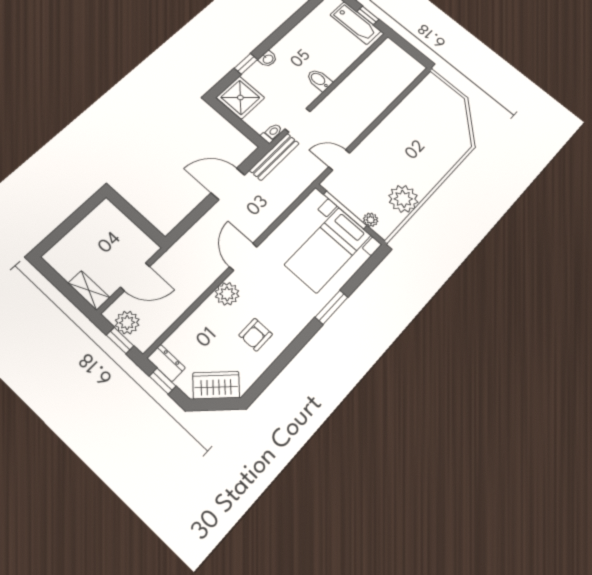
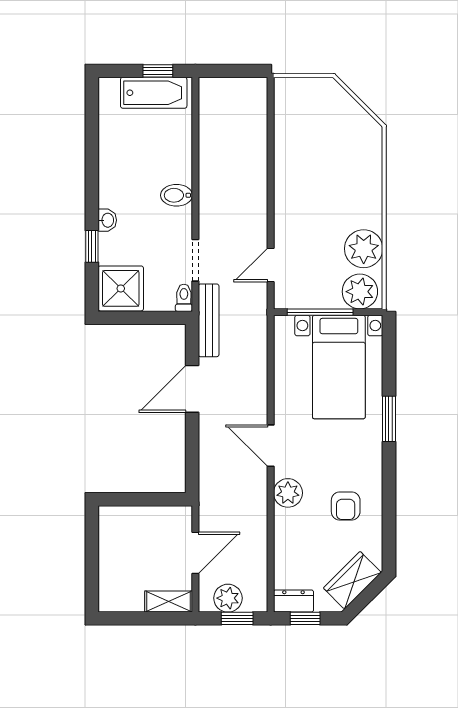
plant: (371, 220) -> (360, 292), width x1.87, depth x1.87

